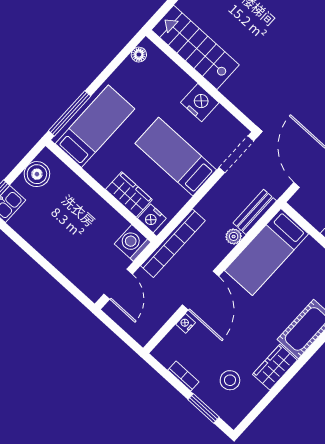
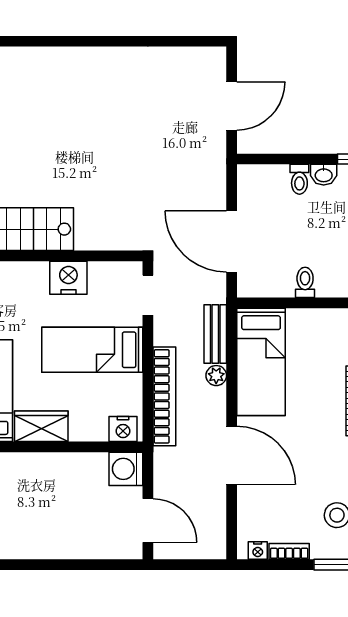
doorway: (236, 154) -> (148, 295), width x0.73
wardrobe: (129, 195) -> (41, 426), moved
bookcase: (173, 243) -> (164, 396), moved
nightstand: (186, 323) -> (258, 551), moved, turned -90

